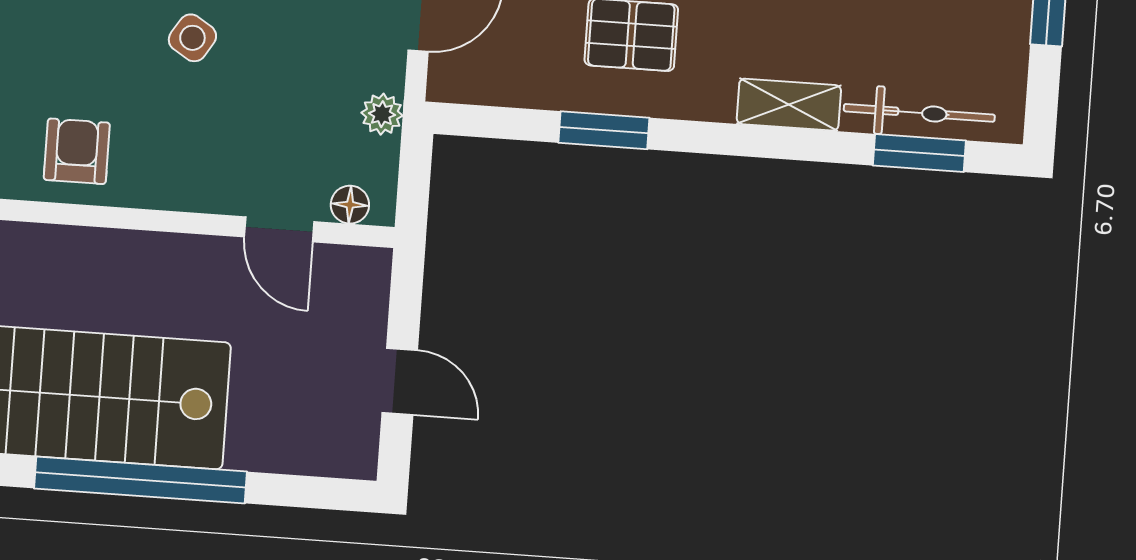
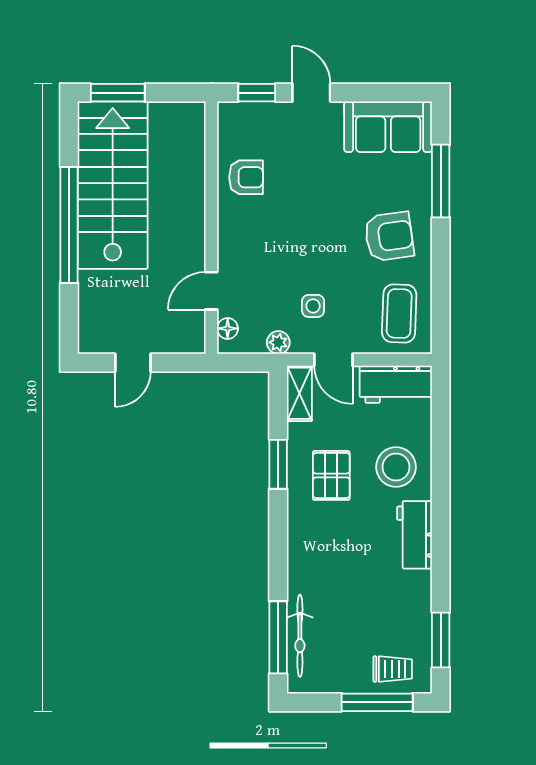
side table: (192, 38) -> (313, 306), moved, turned -32
shelving: (789, 105) -> (299, 393), moved
window: (919, 153) -> (278, 637), width x1.44

